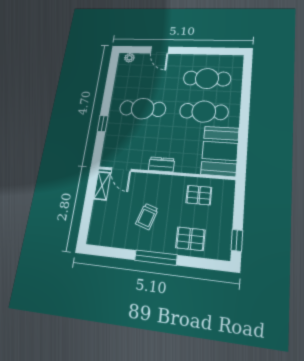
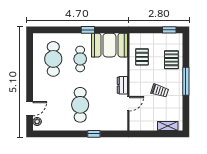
door: (160, 50) -> (30, 109), moved
cafe table: (204, 111) -> (80, 59), width x0.73, depth x0.74
window: (244, 123) -> (88, 30), added
door: (121, 170) -> (128, 104), moved
shelving: (102, 186) -> (168, 126), moved

